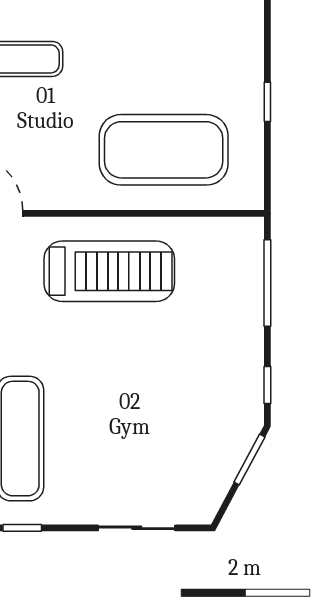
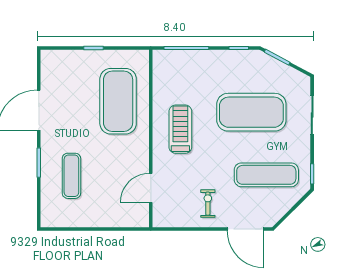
treadmill: (109, 271) -> (180, 129), width x0.73, depth x0.73
exercise mat: (142, 409) -> (251, 112), added

